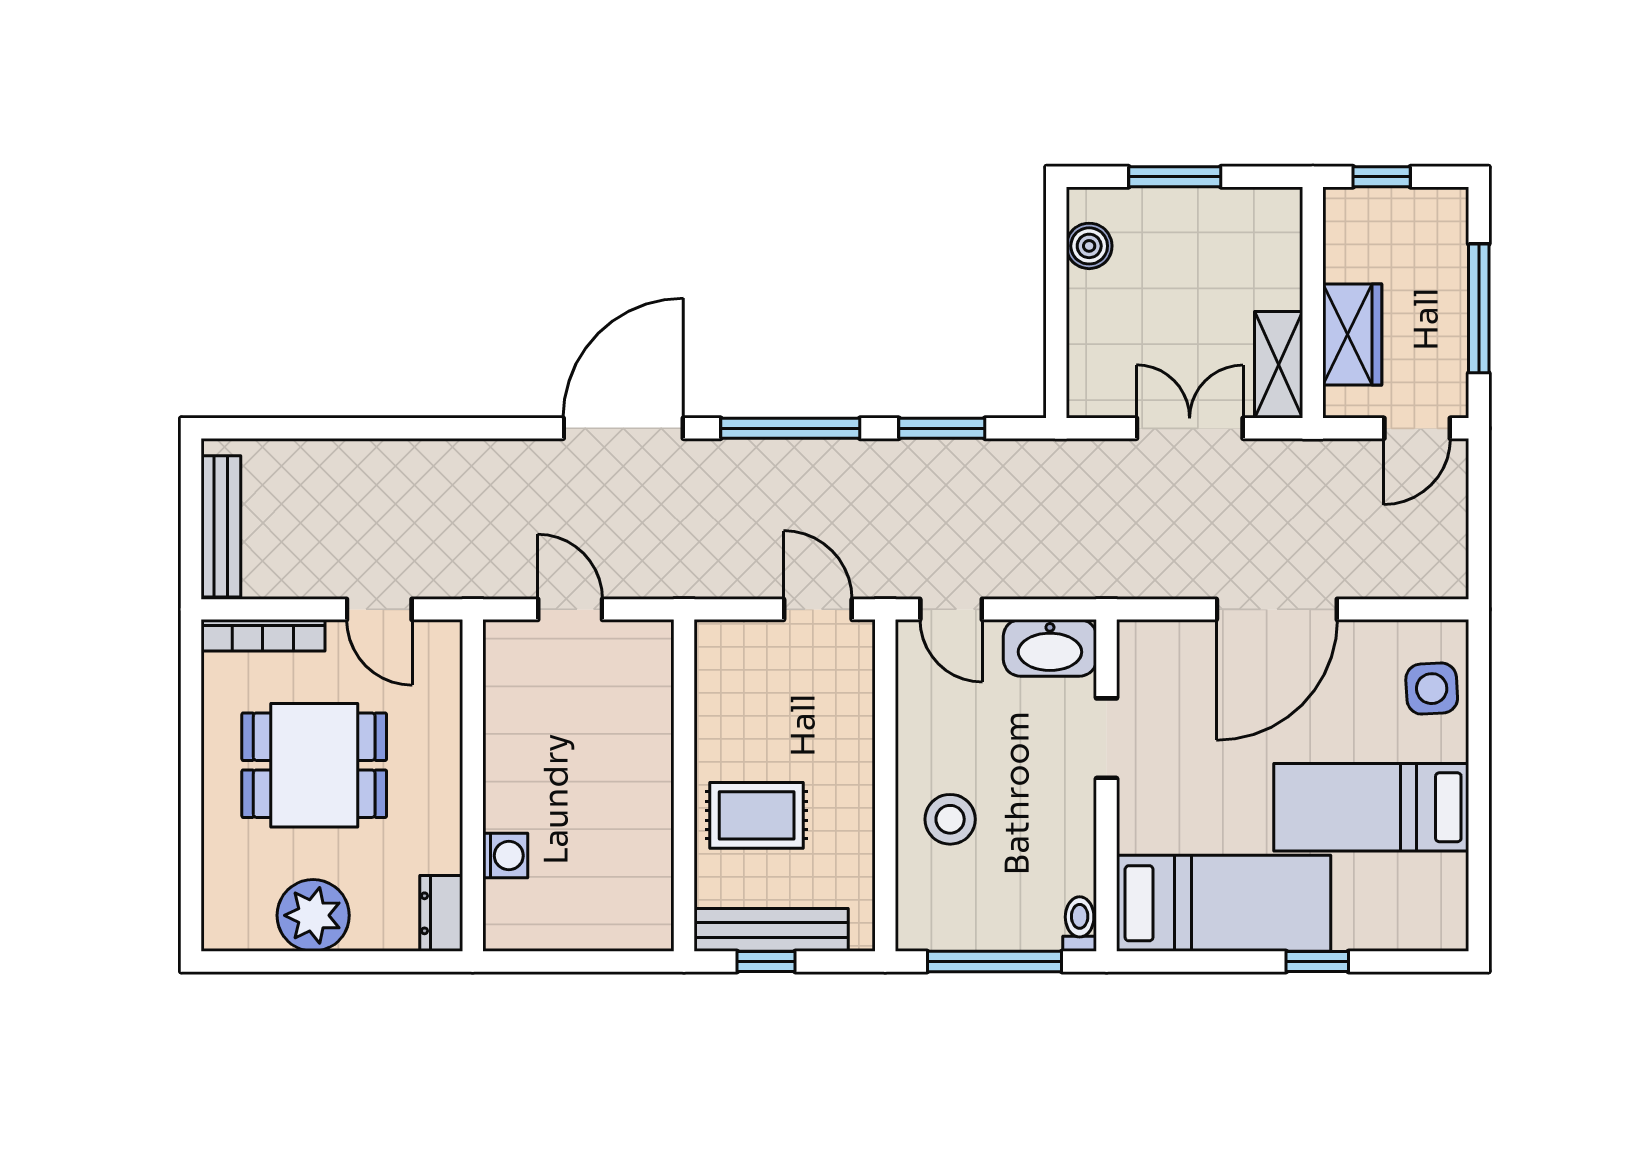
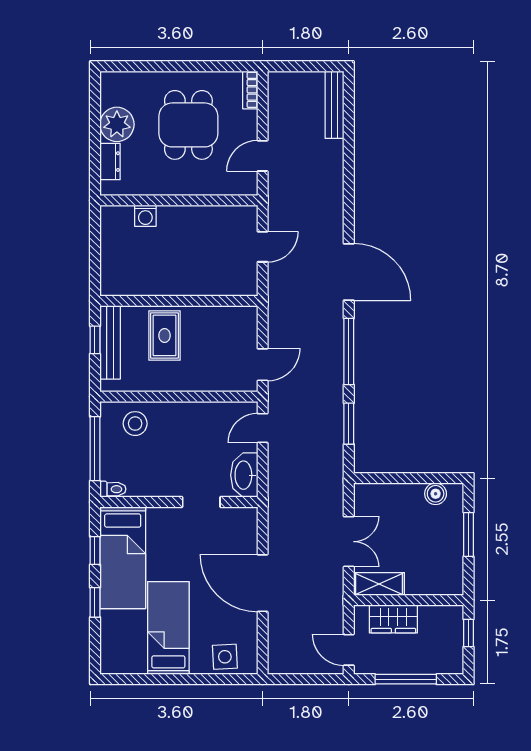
bench: (221, 526) -> (335, 105), moved, turned 90
bookcase: (263, 635) -> (250, 90), width x0.64
stool: (950, 819) -> (135, 424), moved
dresser: (441, 913) -> (110, 162), moved, turned 90
window: (1209, 961) -> (95, 551), added

